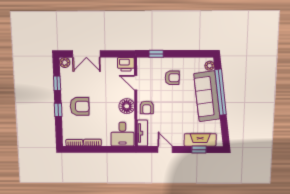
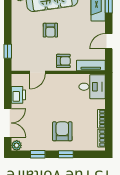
printer: (126, 64) -> (18, 95), moved
armchair: (172, 78) -> (50, 30), moved, turned 180
floor lamp: (127, 106) -> (62, 82), removed

